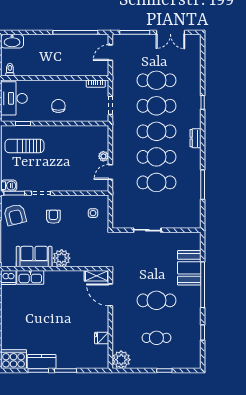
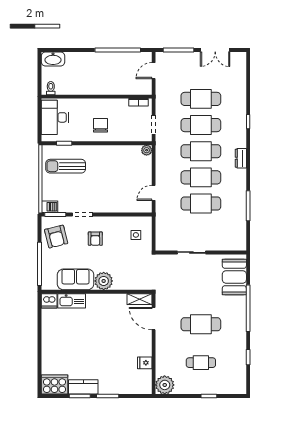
plant: (103, 156) -> (147, 150), moved
armchair: (53, 217) -> (95, 239), turned 180
booth: (189, 268) -> (234, 277), moved

